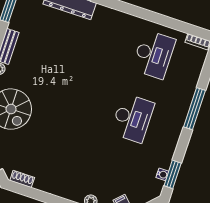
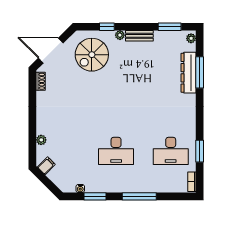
window: (165, 21) -> (200, 151), added
window: (173, 174) -> (95, 196), moved

